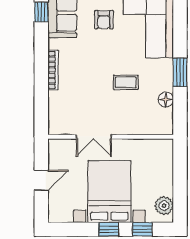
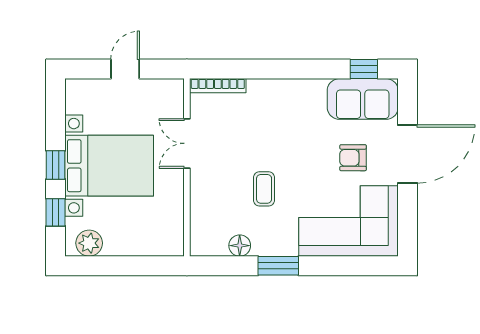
bookcase: (53, 70) -> (218, 86), moved
door: (41, 180) -> (125, 69), swing flipped

